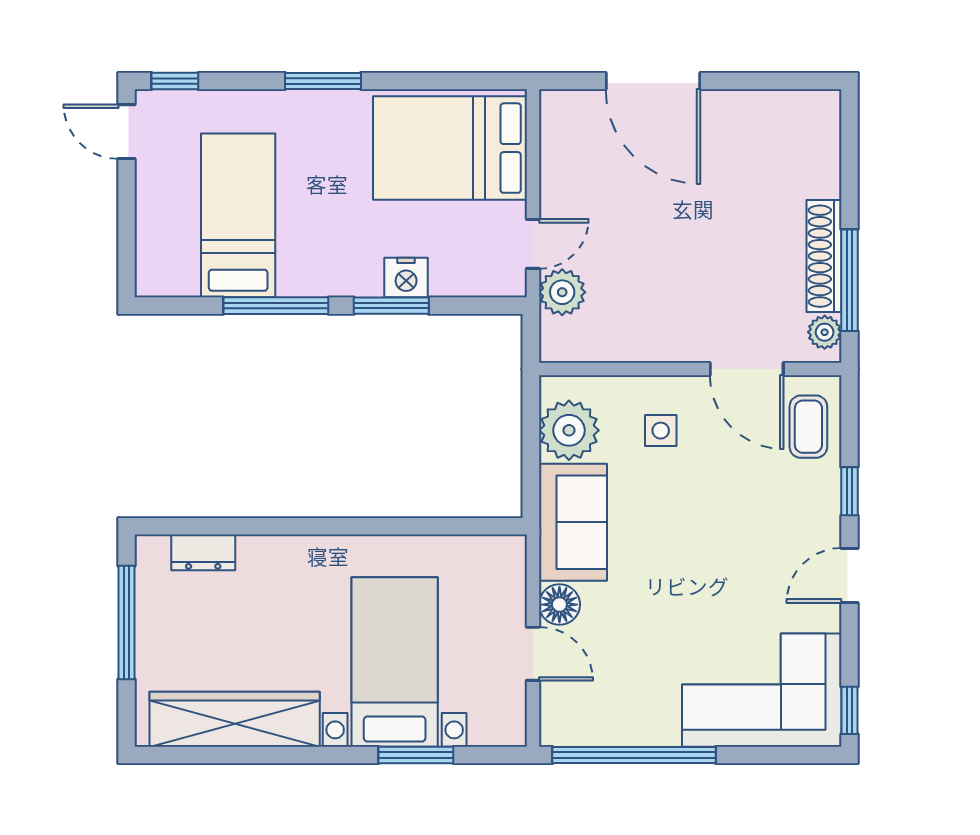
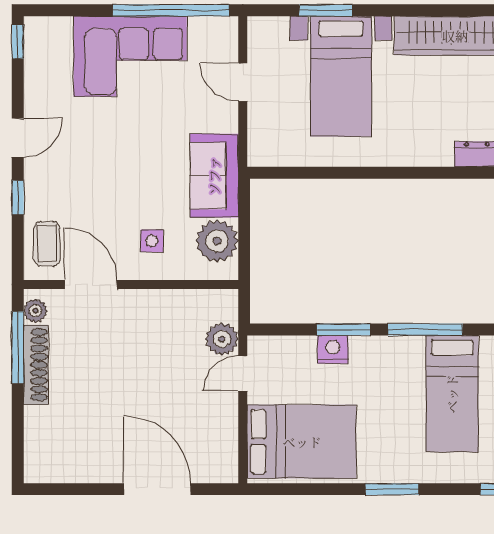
floor lamp: (559, 605) -> (224, 117), removed
corner sofa: (762, 690) -> (130, 56), moved

